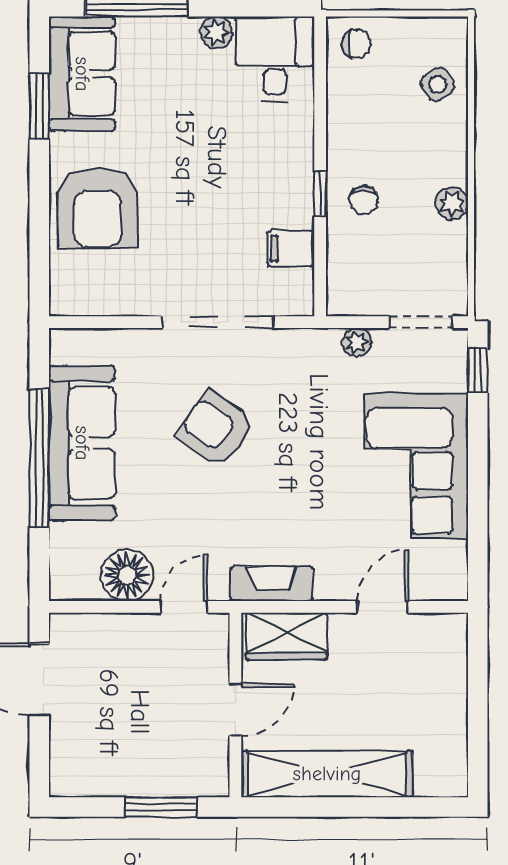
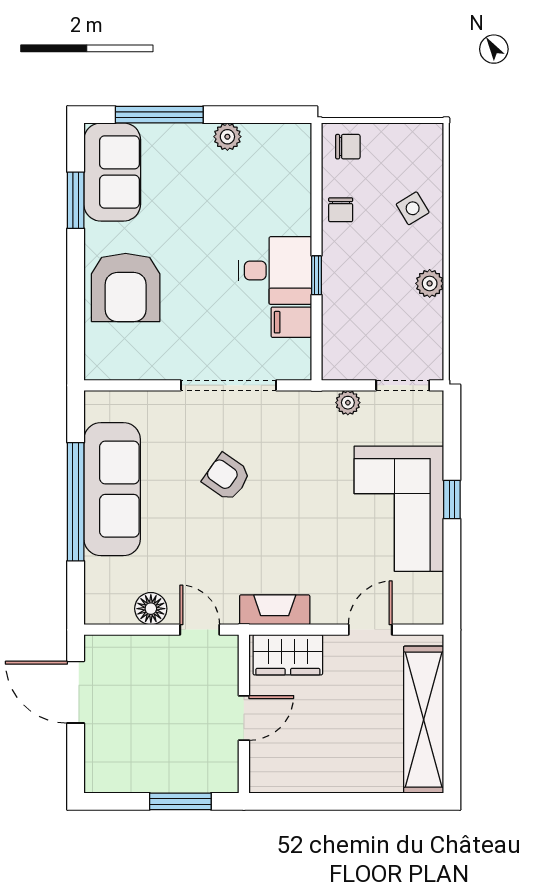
desk: (275, 59) -> (275, 270), moved, turned 90
side table: (438, 84) -> (413, 208), moved
chair: (364, 200) -> (341, 210), moved
window: (478, 370) -> (452, 500), moved
armchair: (215, 429) -> (227, 477), width x0.72, depth x0.72
floor lamp: (127, 575) -> (151, 609), width x0.73, depth x0.73
door: (184, 607) -> (200, 630), hinge flipped
shelving: (327, 774) -> (424, 720), moved, turned 90

